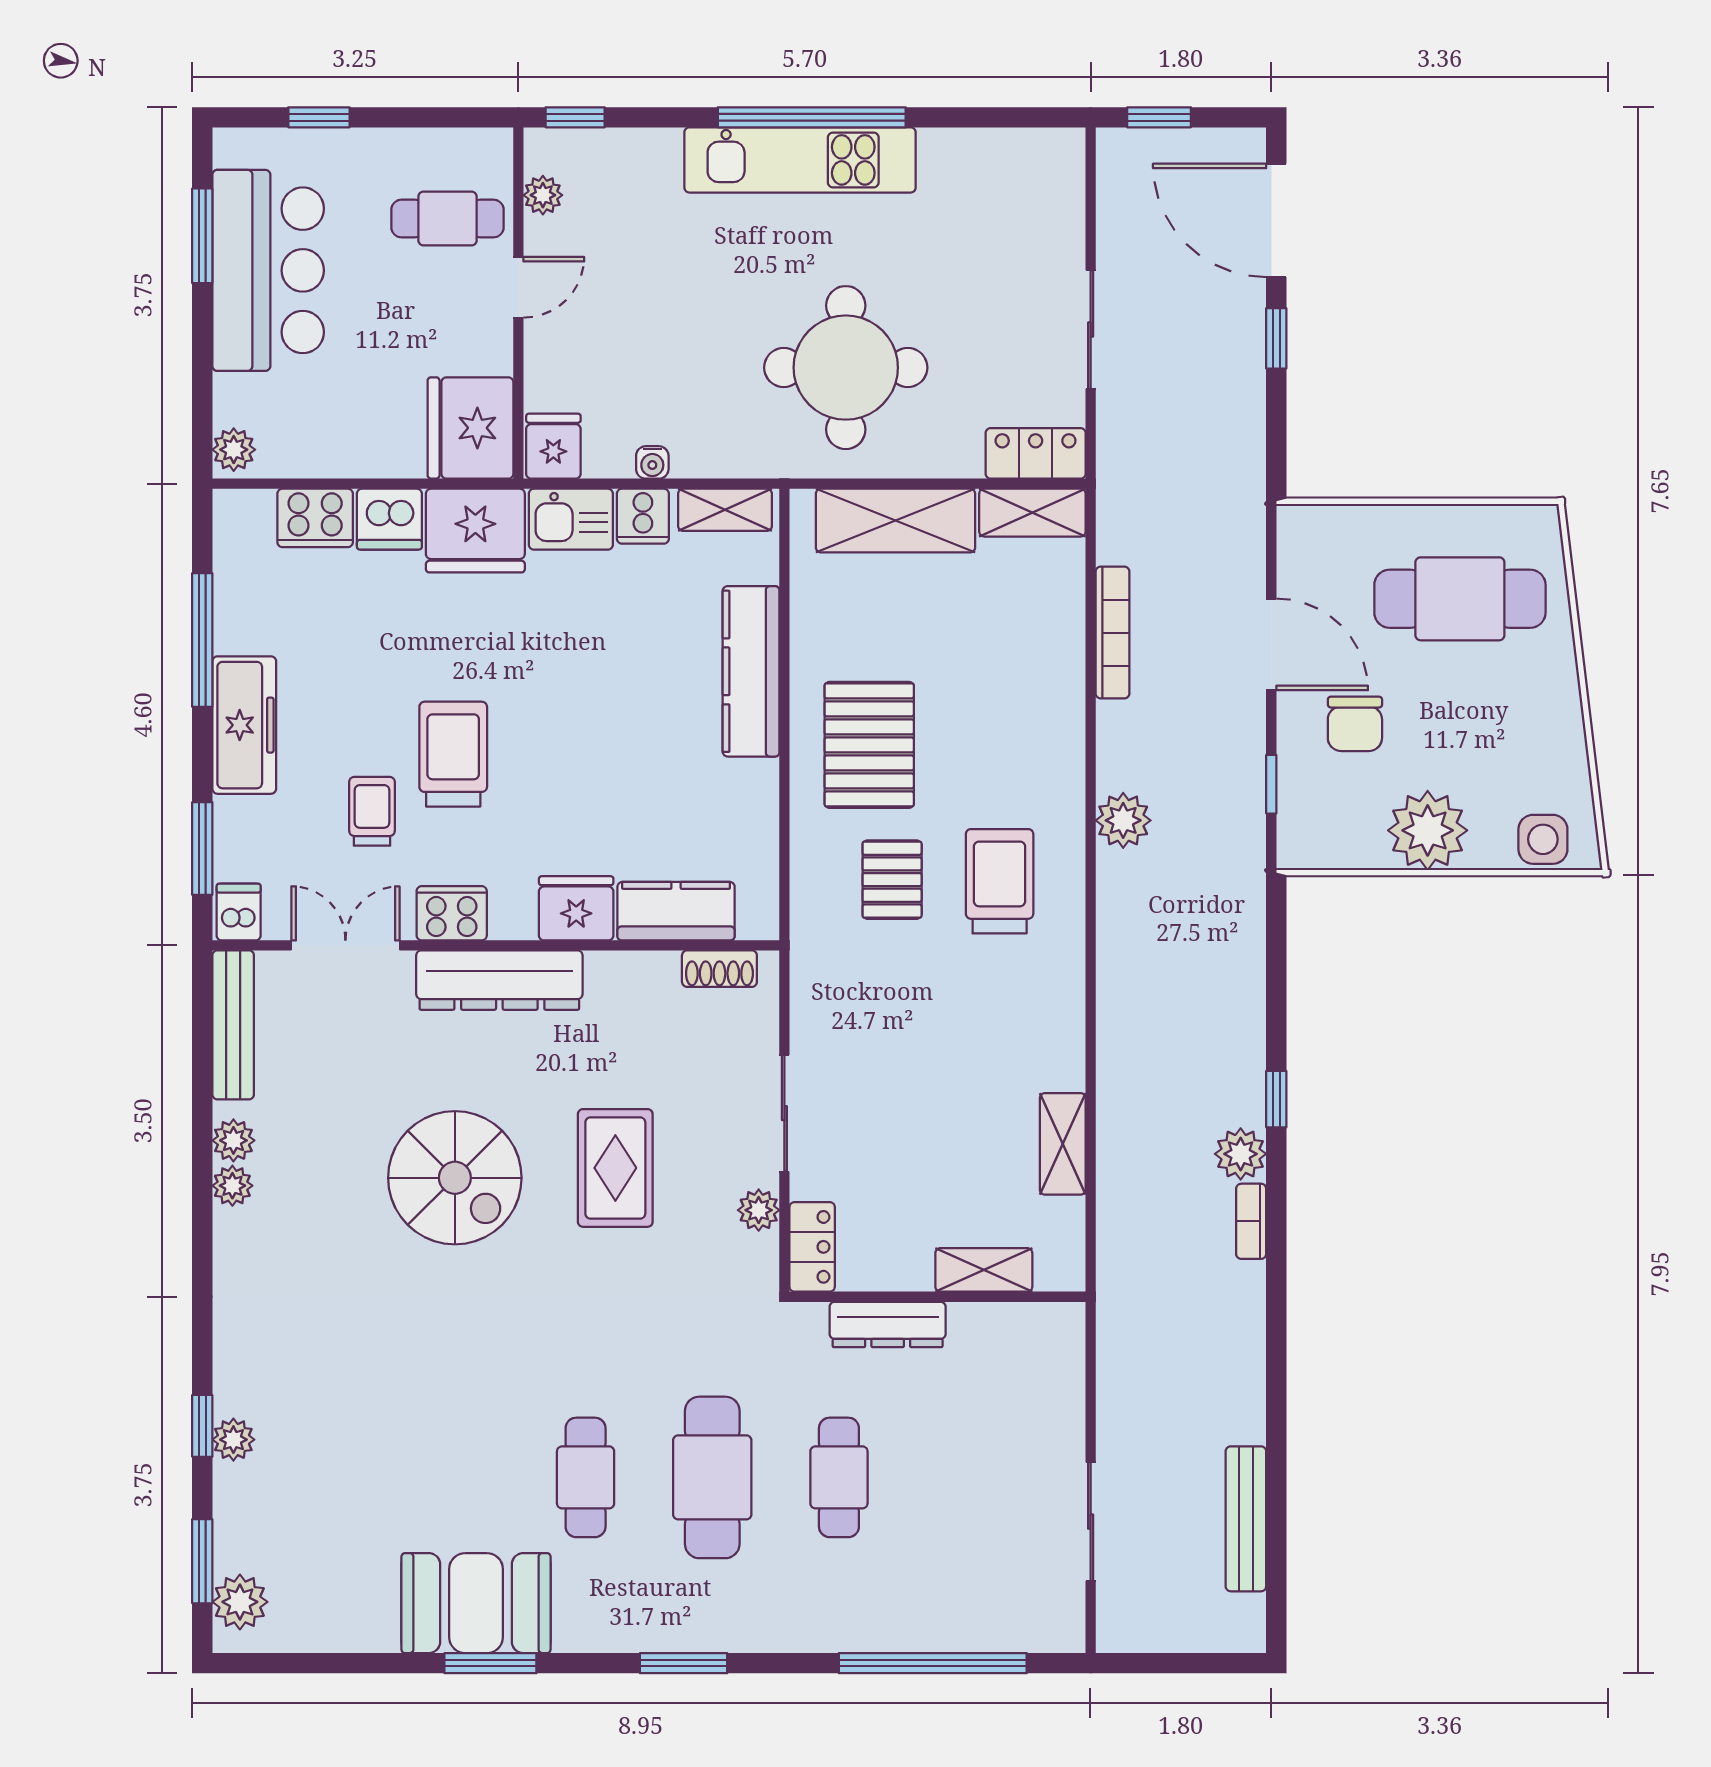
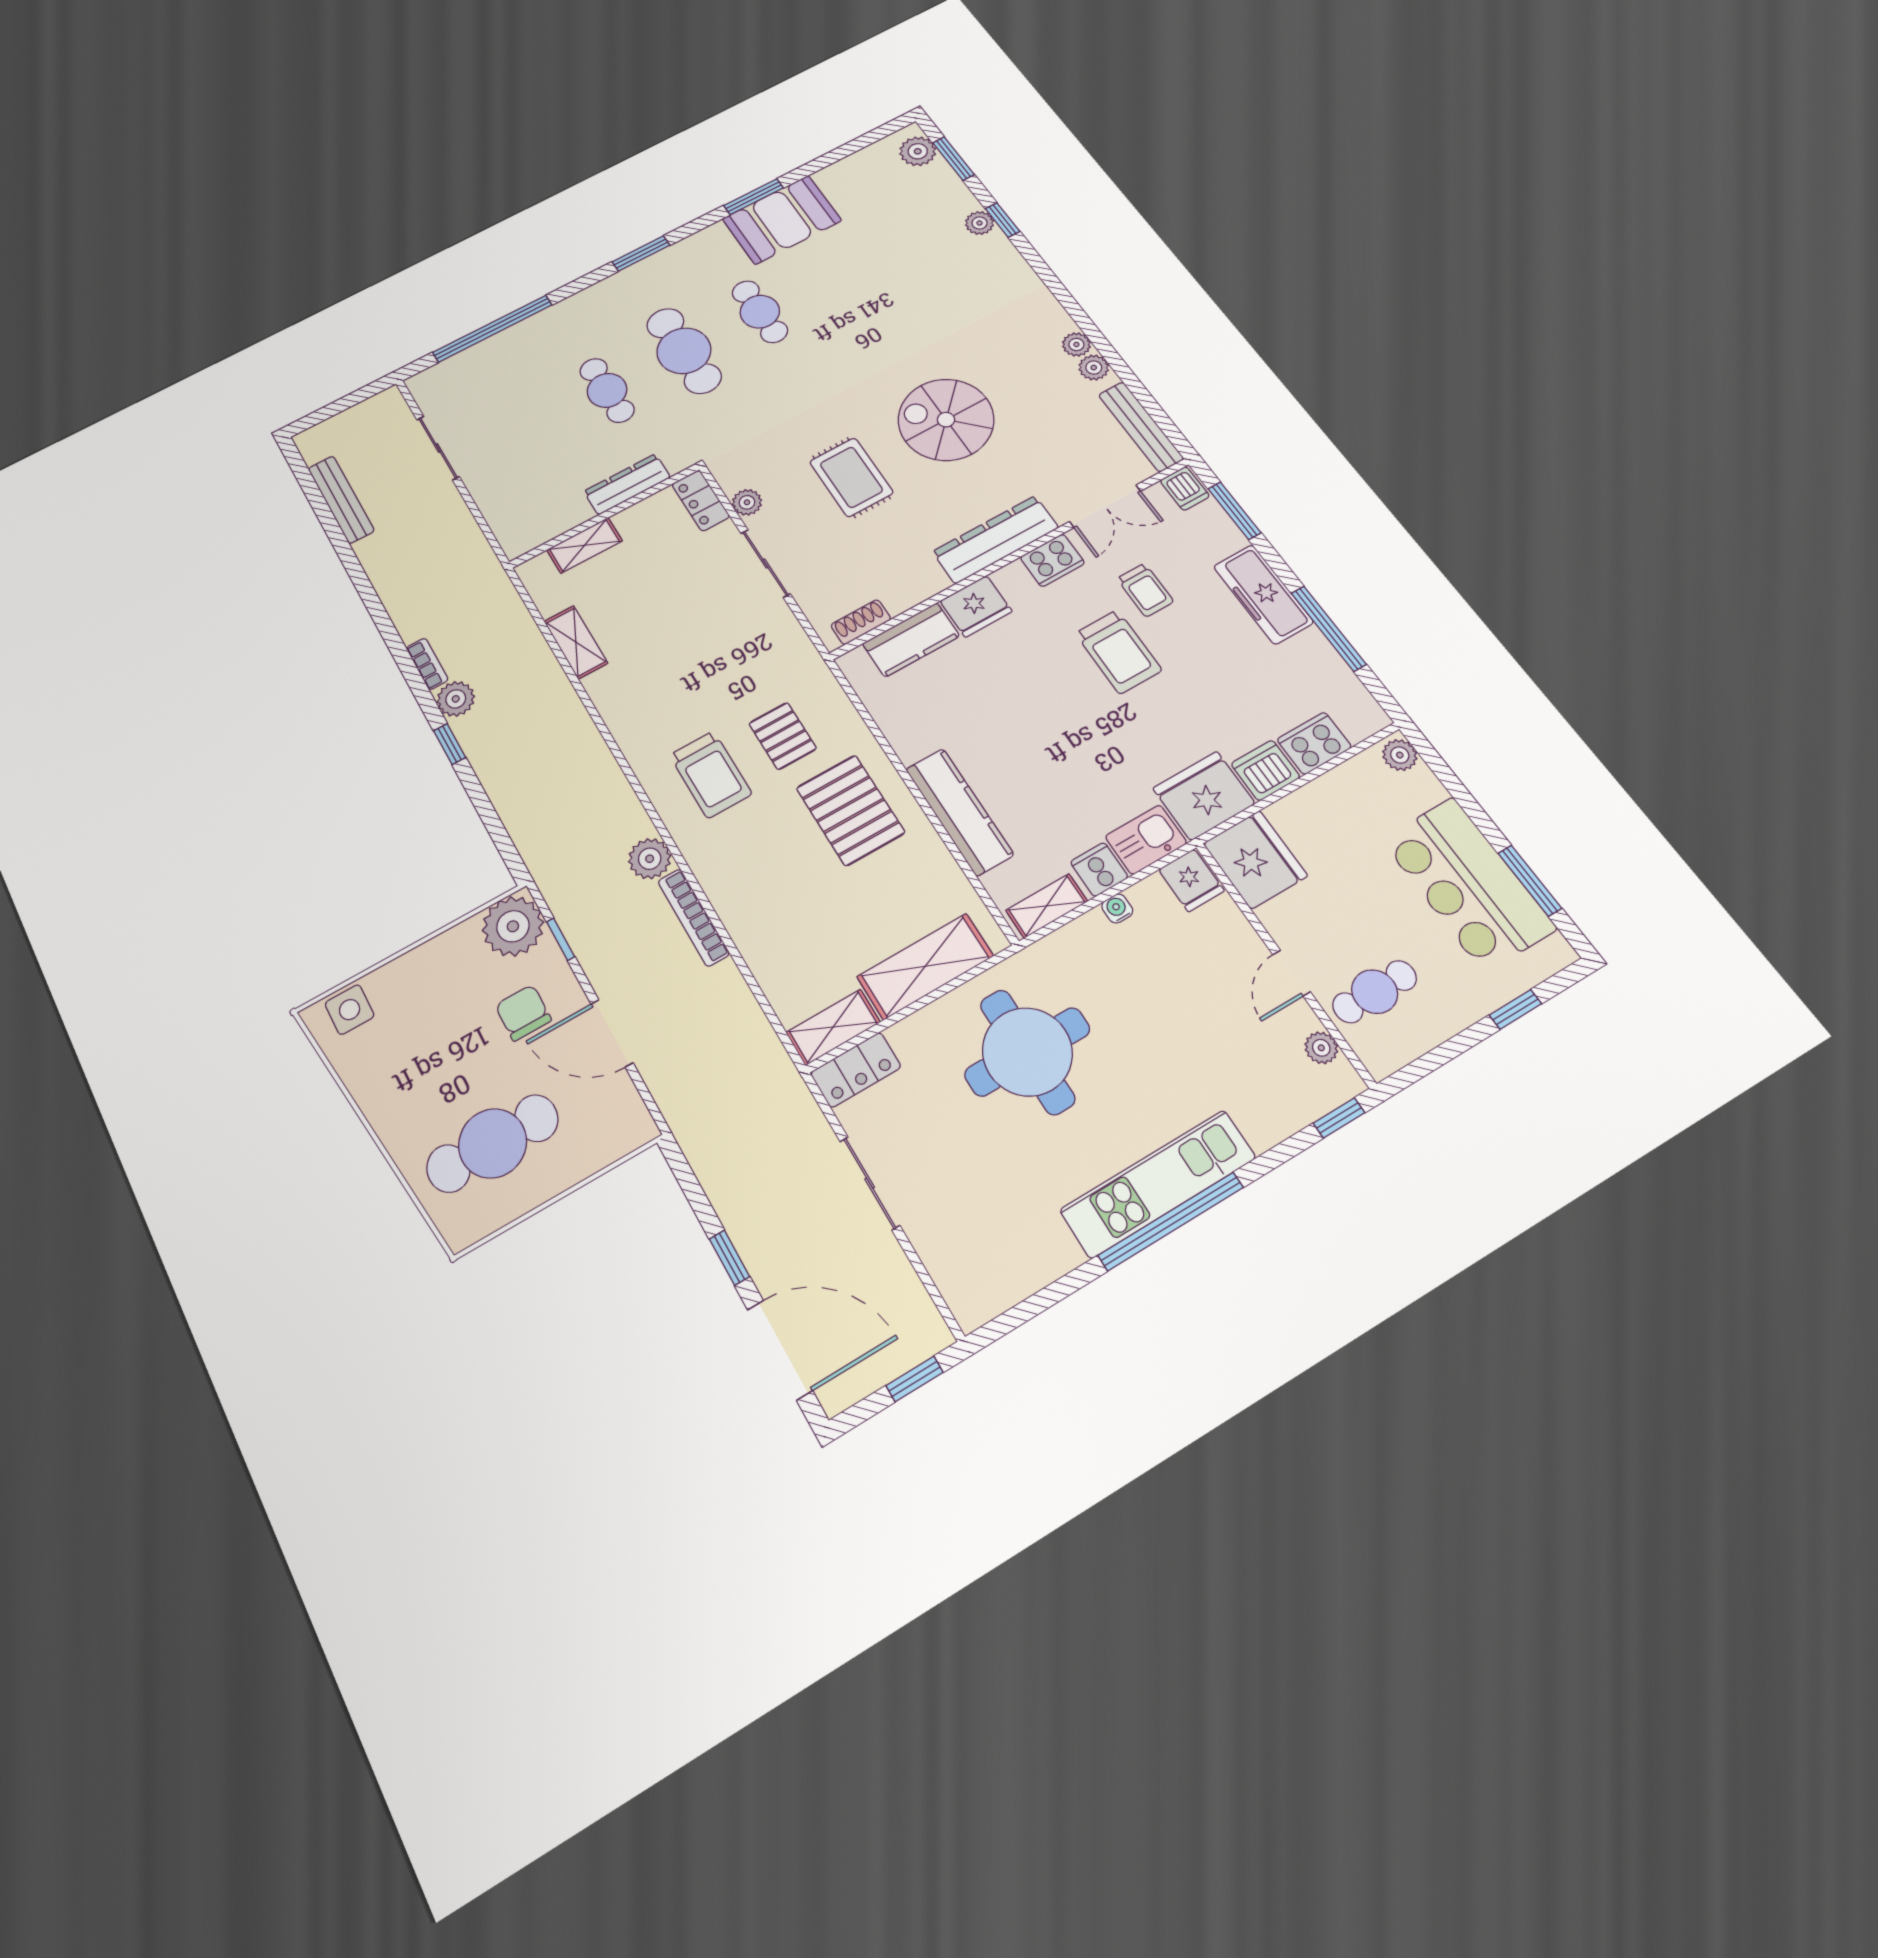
bookcase: (1112, 633) -> (694, 917), moved
plant: (1428, 830) -> (513, 926), moved

